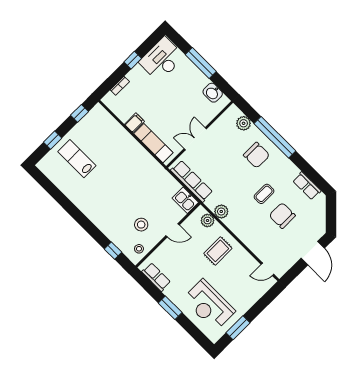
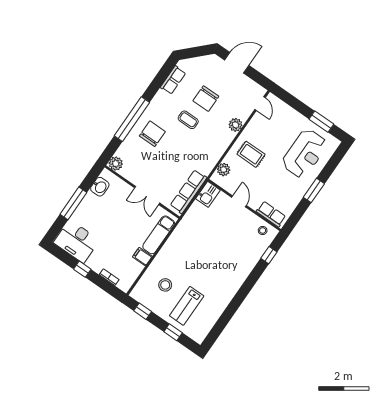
plant: (244, 123) -> (116, 164), moved
plant: (221, 211) -> (235, 125), moved
stool: (141, 225) -> (165, 285), moved
row of seats: (156, 277) -> (271, 214), moved, turned 90

